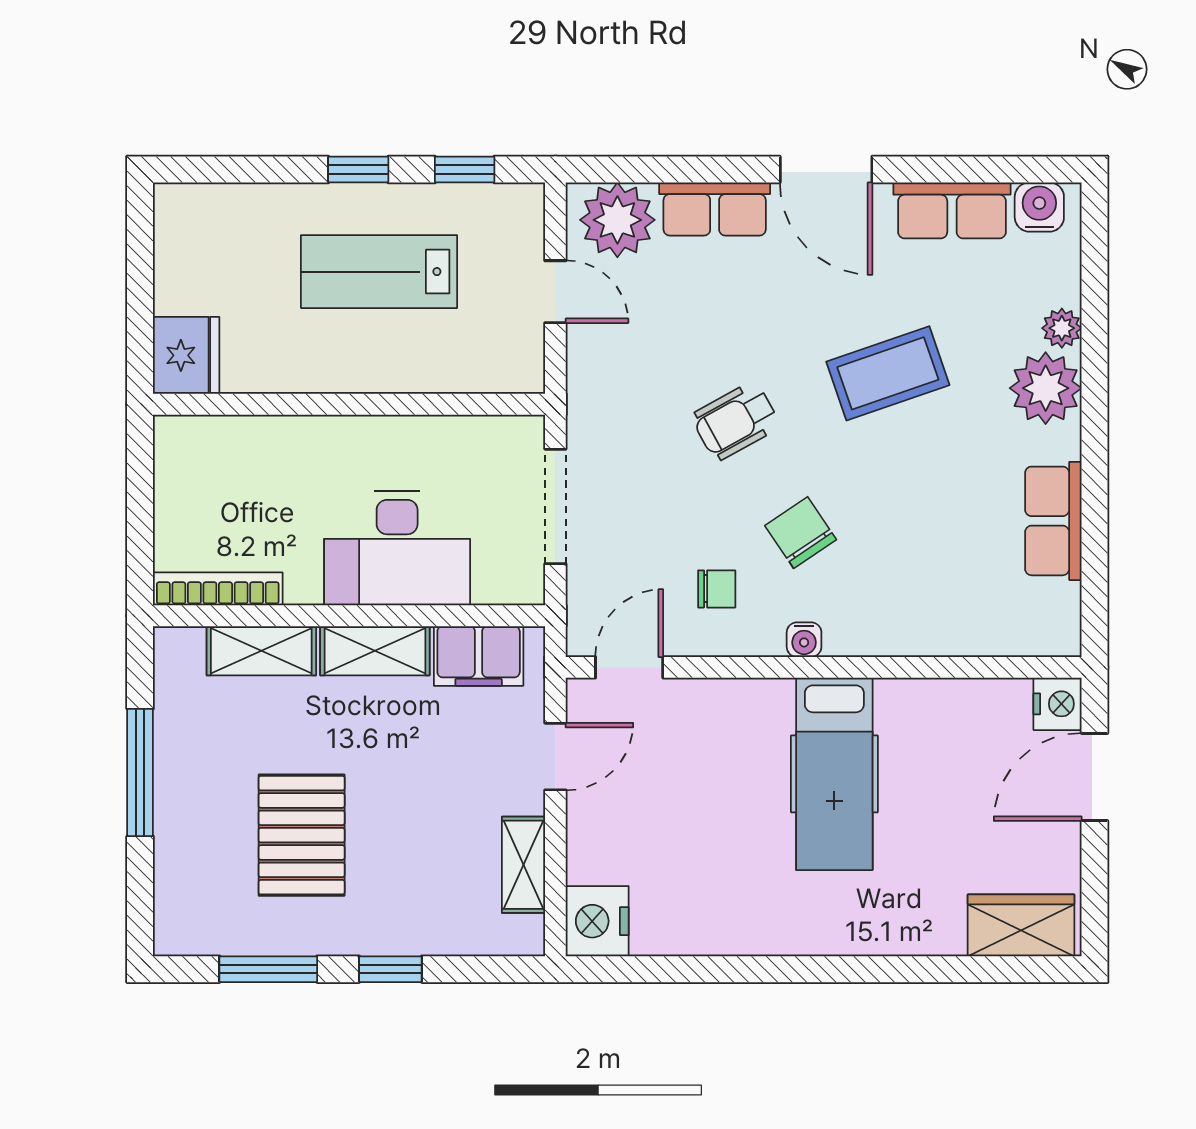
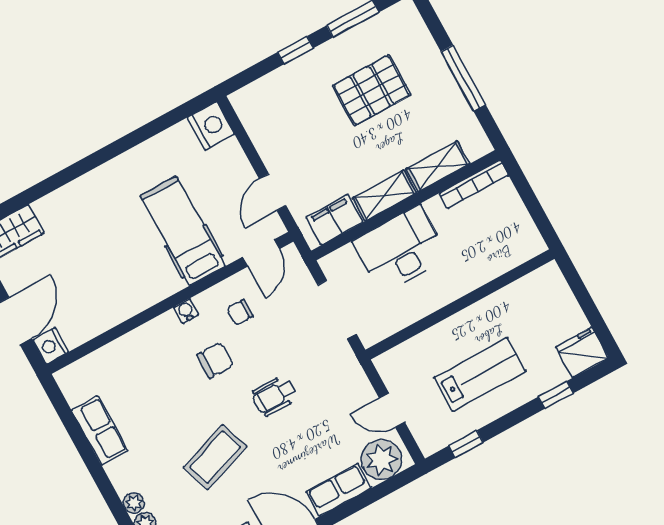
window: (358, 169) -> (556, 395), moved
fridge: (186, 355) -> (582, 352), moved, turned 90
plant: (1046, 388) -> (134, 503), width x0.53, depth x0.53
wheelchair: (736, 421) -> (274, 396), turned -151
chair: (801, 533) -> (215, 360), turned -56
hospital bed: (834, 774) -> (183, 231), moved
pallet: (302, 835) -> (371, 90), turned 90
shelving: (523, 865) -> (260, 133), removed

